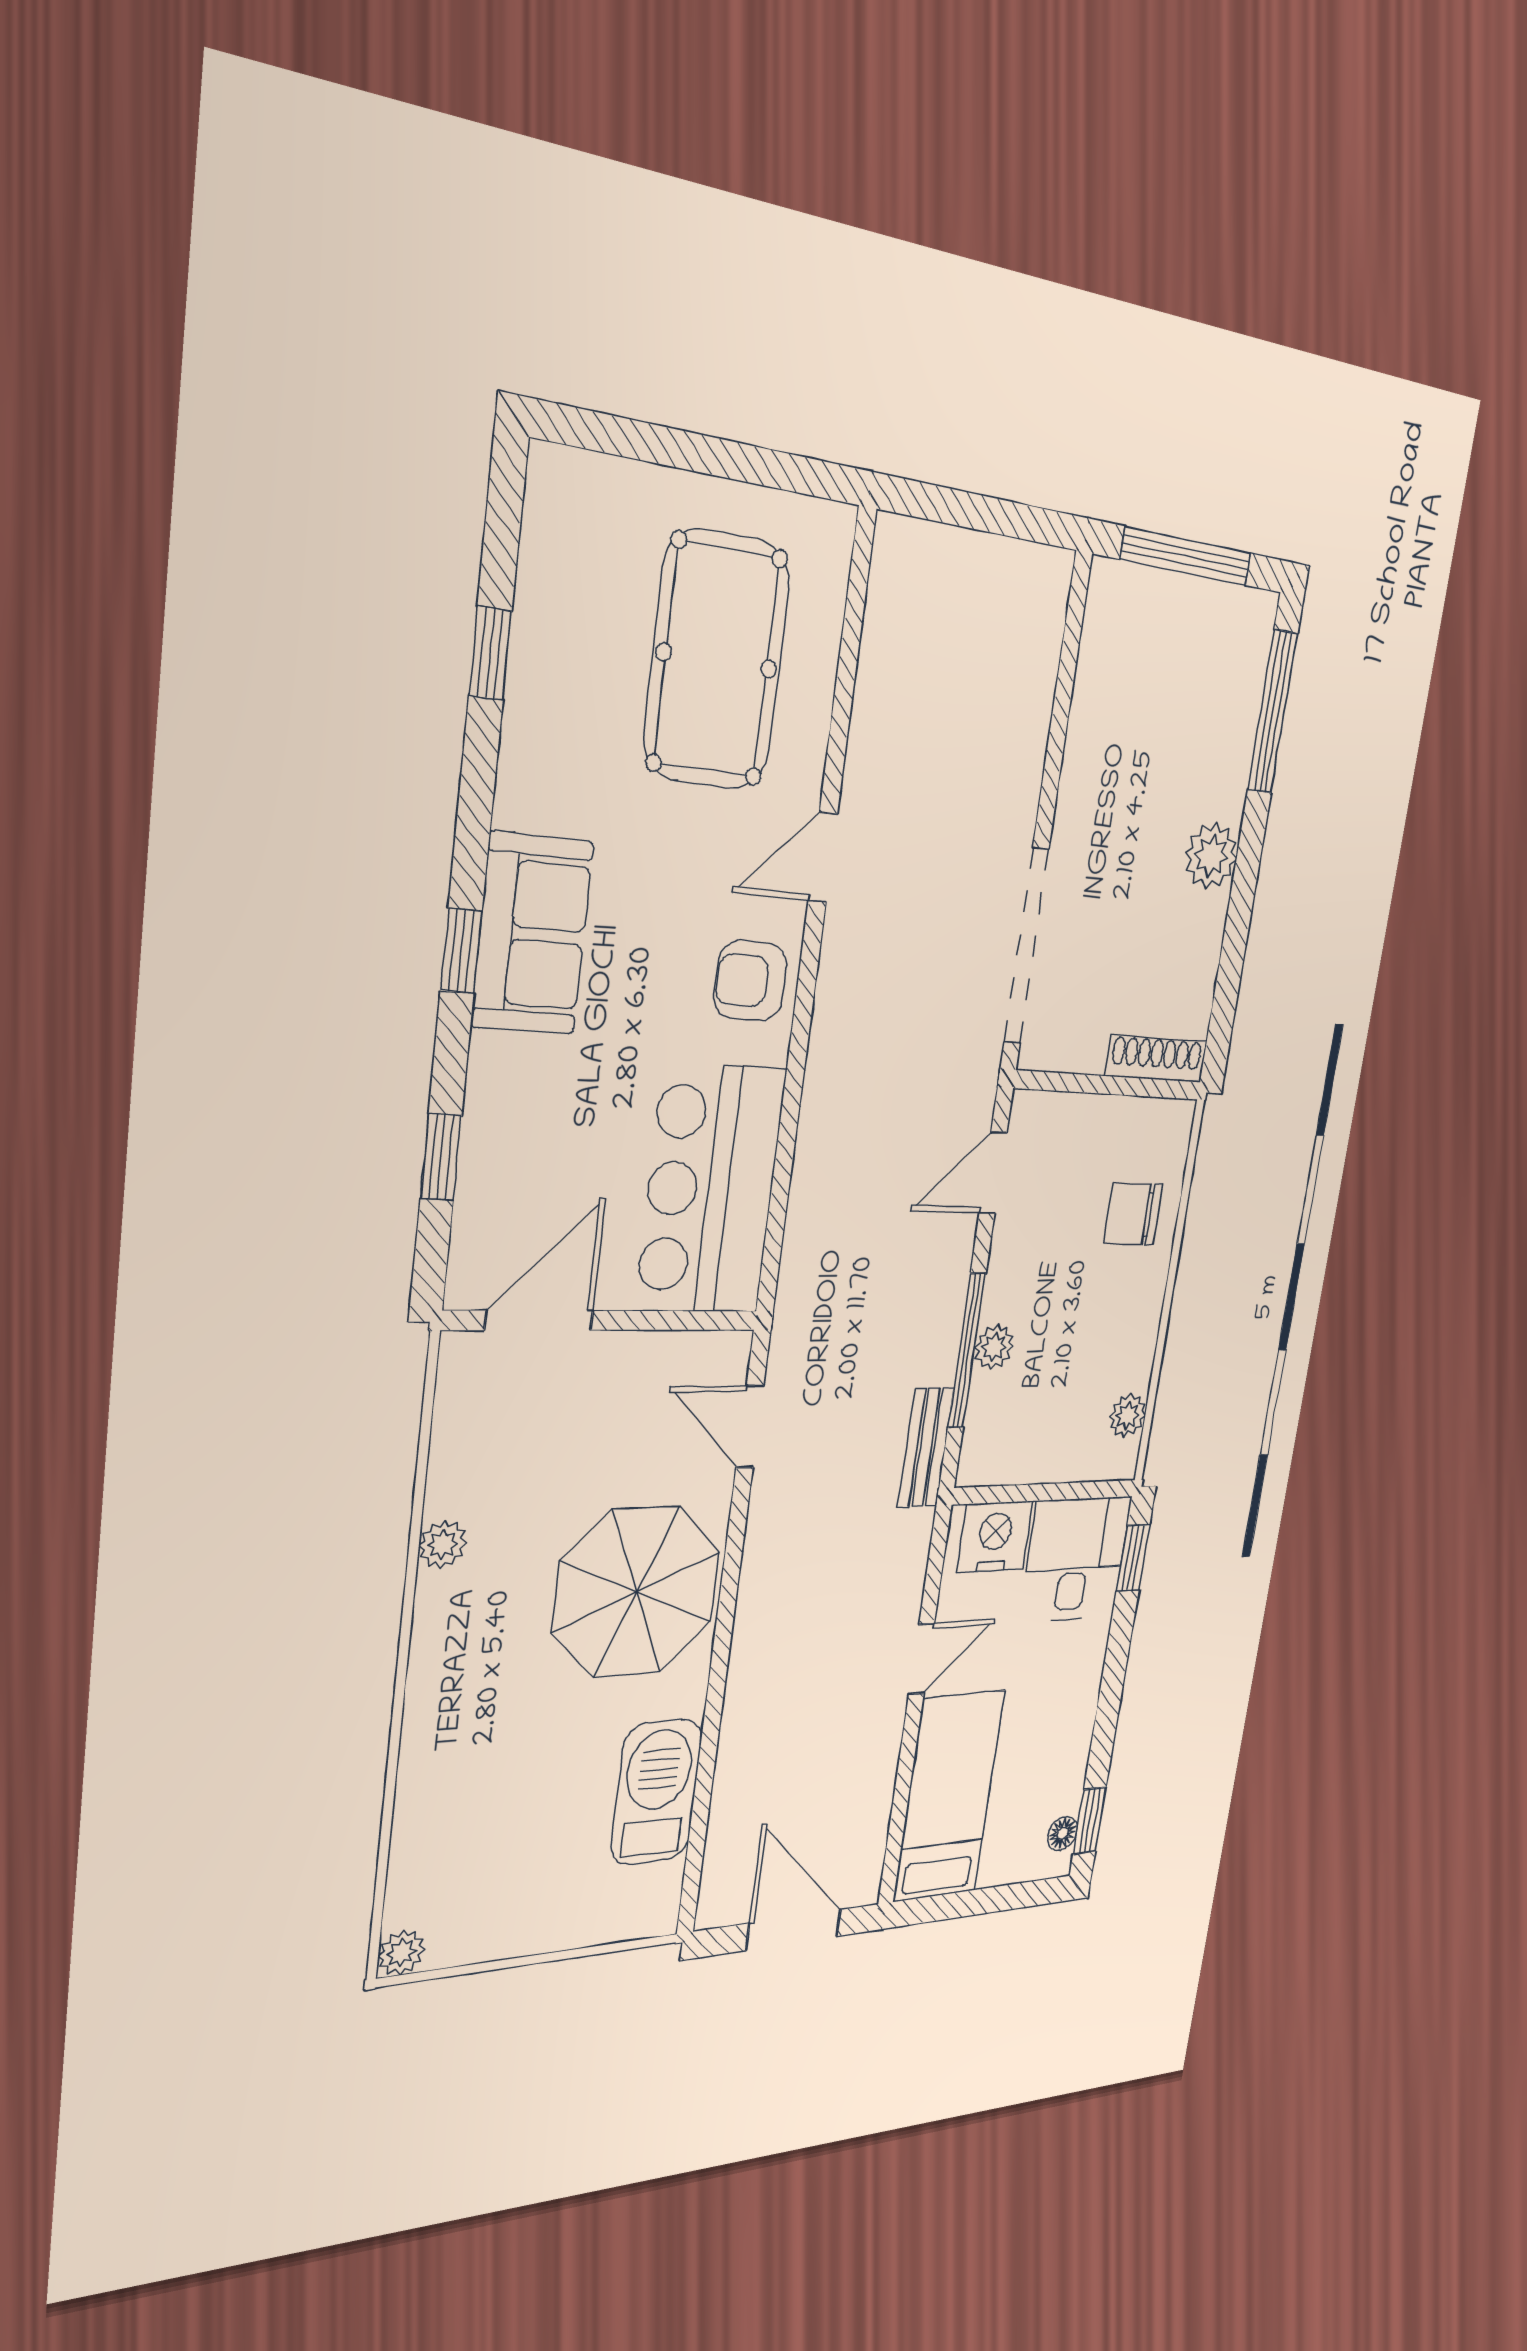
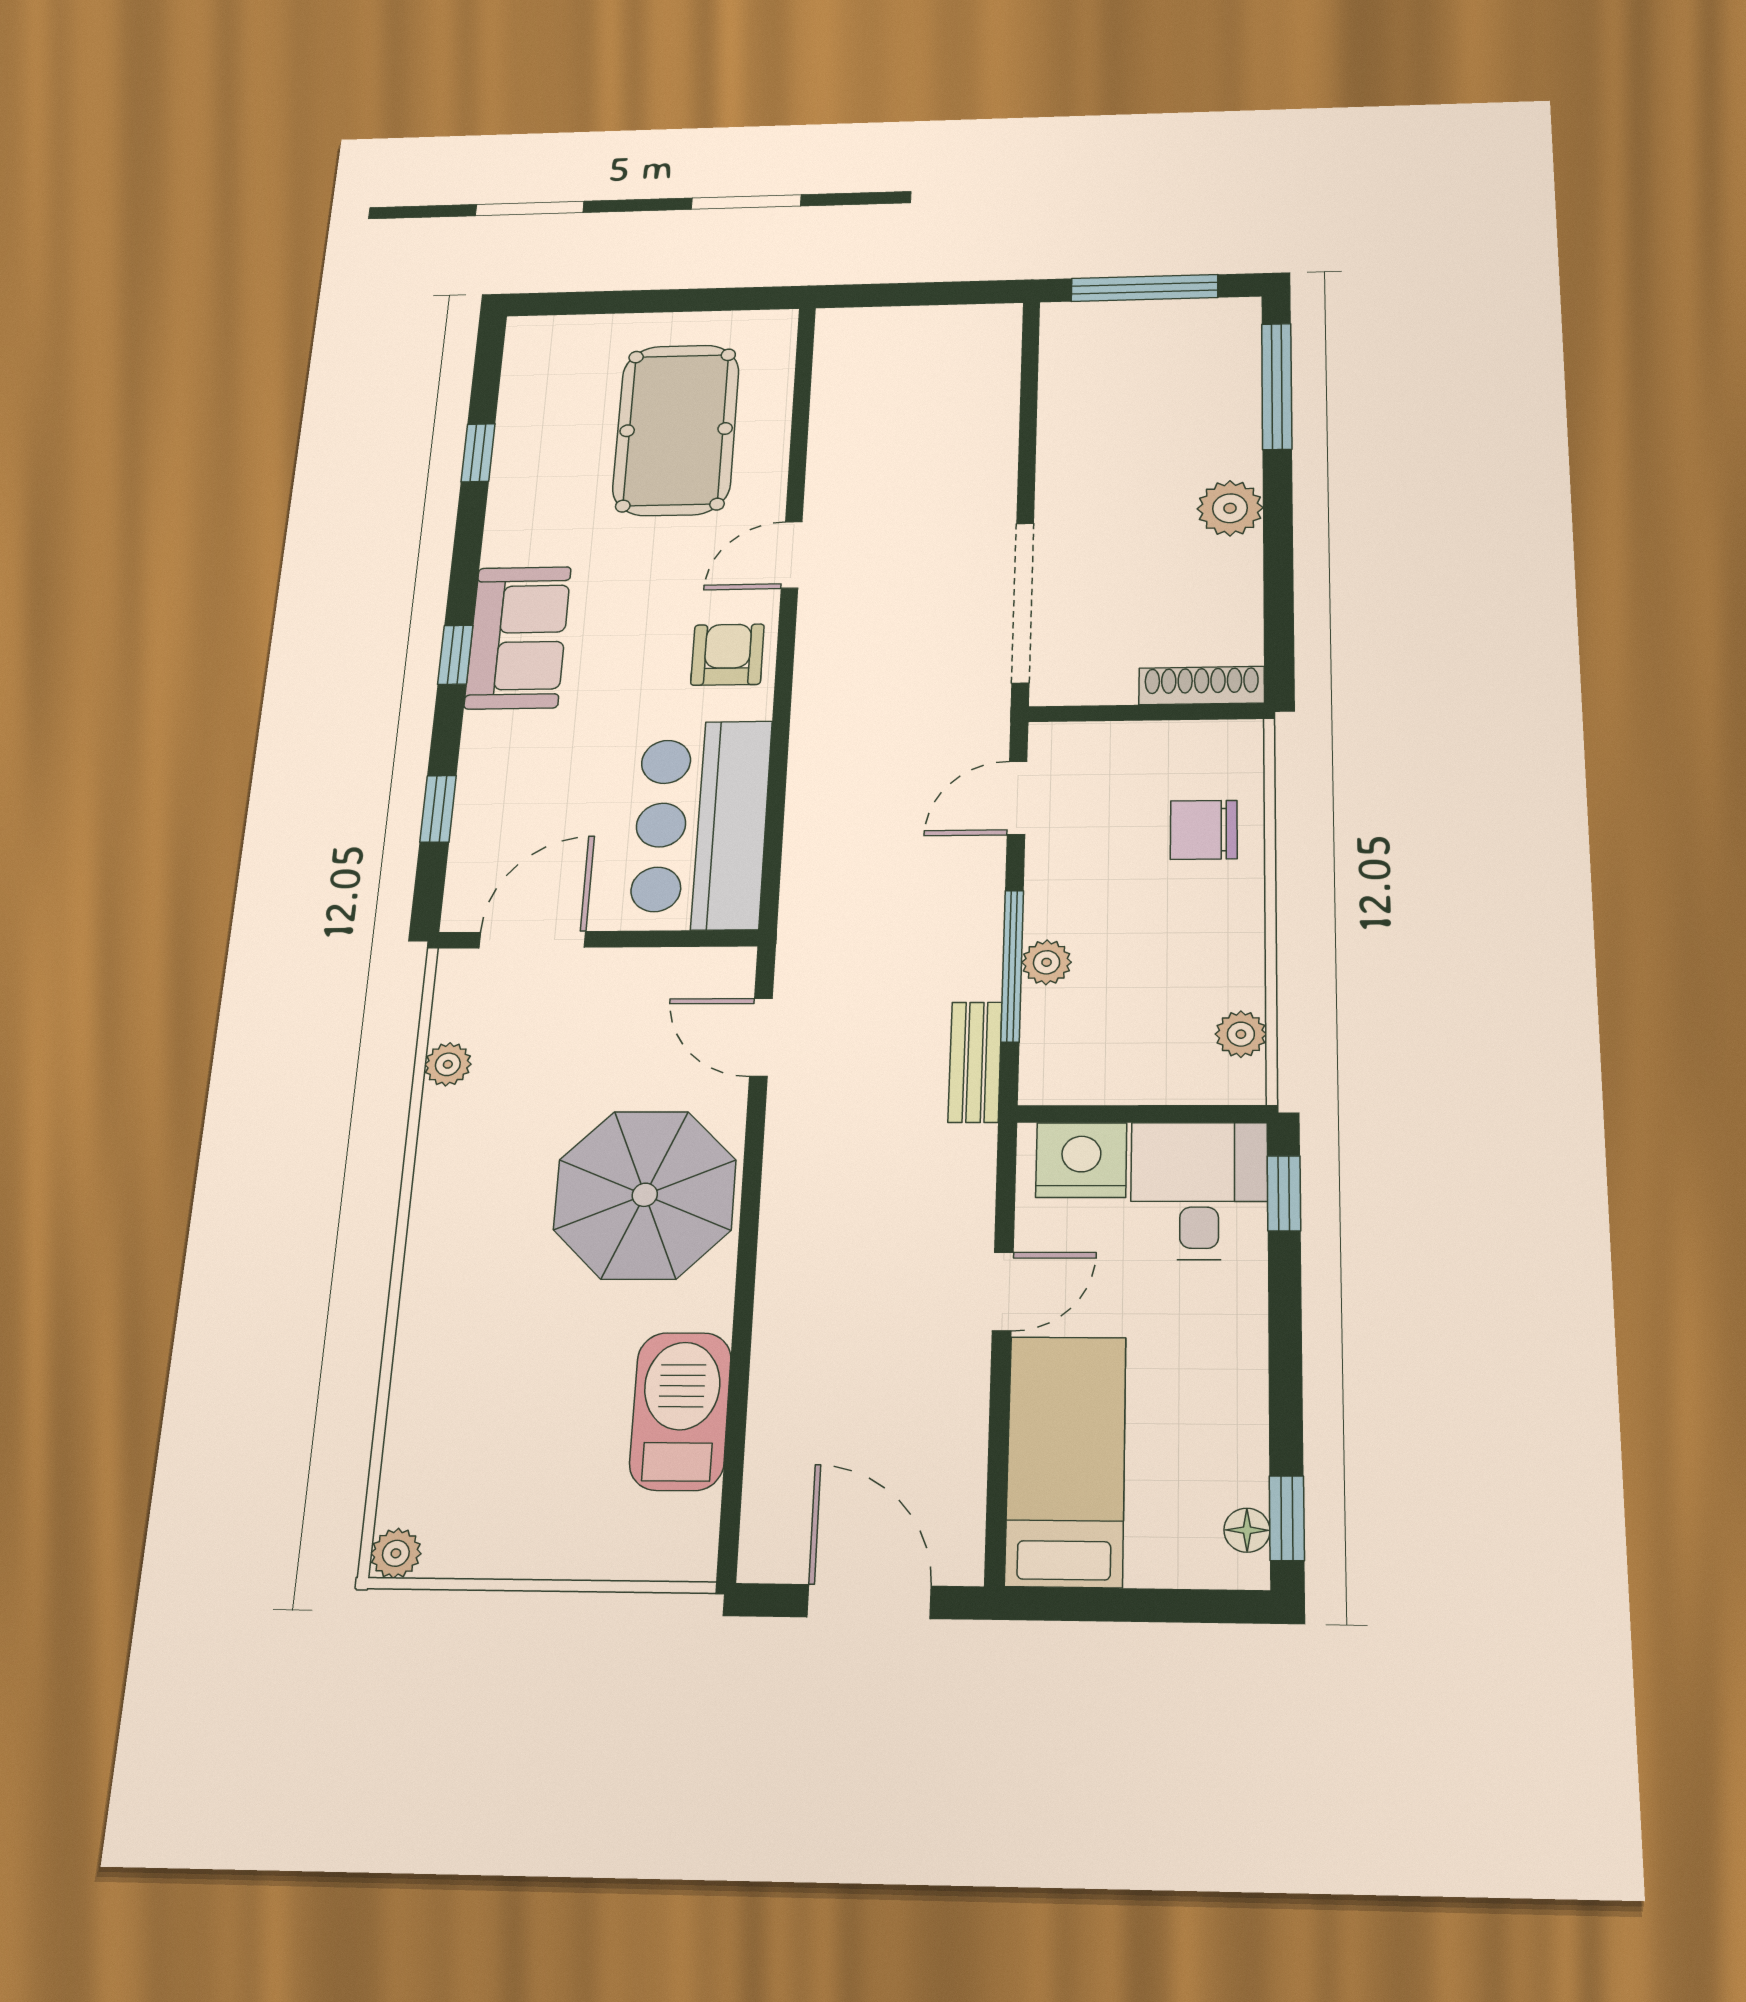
armchair: (750, 981) -> (727, 655), turned 90
plant: (443, 1544) -> (448, 1064), moved

